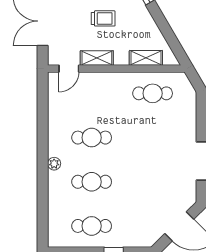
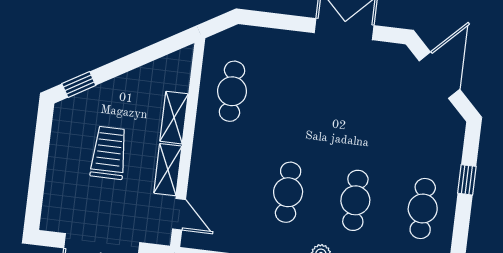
trolley: (103, 18) -> (109, 153), width x1.36, depth x1.39
shelving: (146, 58) -> (174, 118), moved

